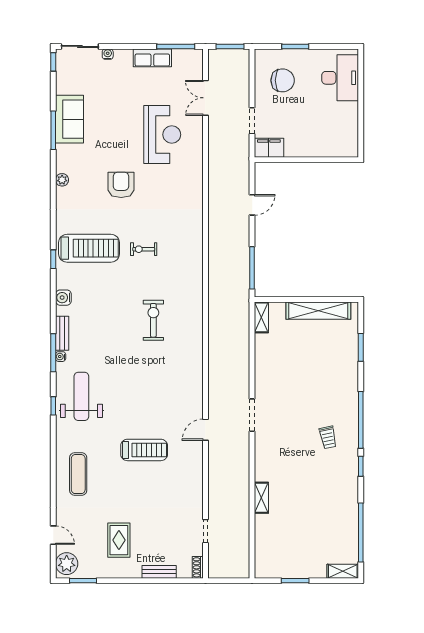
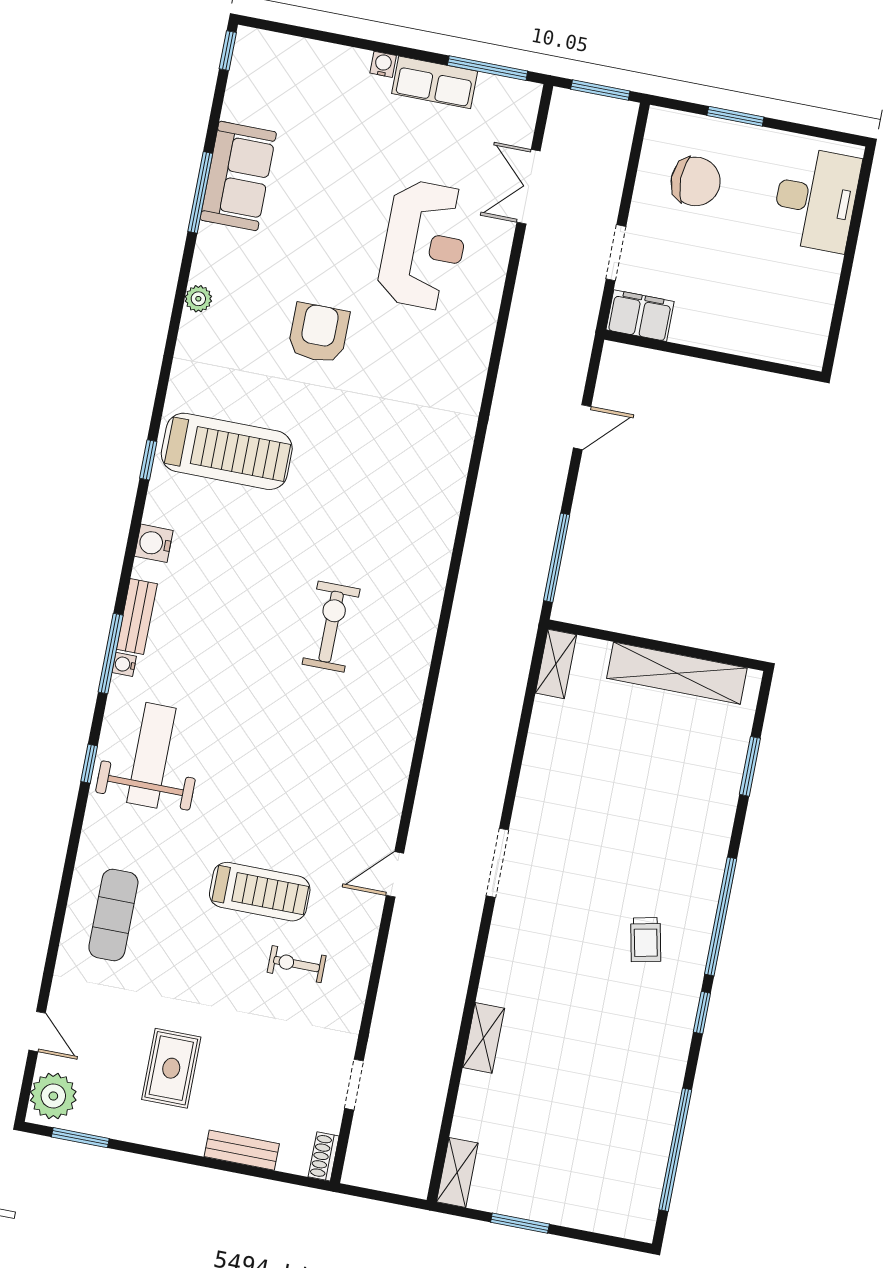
sliding door: (80, 46) -> (289, 30), removed
water cooler: (108, 54) -> (383, 64), moved
exercise bike: (144, 249) -> (297, 964), moved
shelving: (343, 571) -> (457, 1172), moved, turned 90

